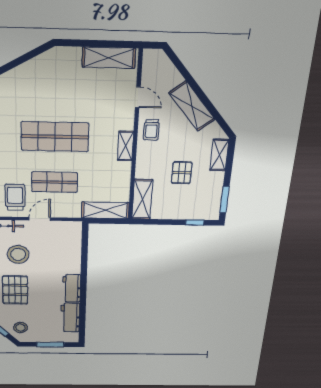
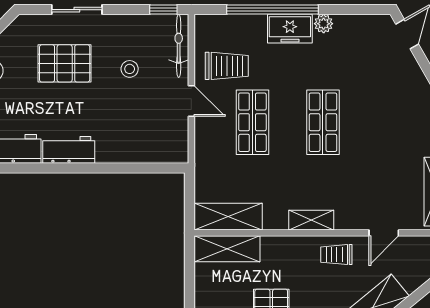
shop shelf: (55, 137) -> (323, 122), width x0.70, depth x0.74
shelving: (105, 210) -> (228, 217), moved, turned 90
stool: (18, 254) -> (130, 69), width x0.53, depth x0.53

